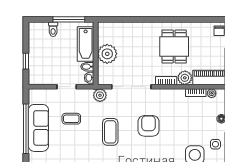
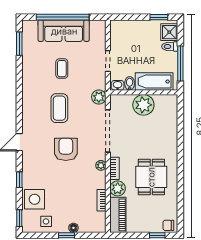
shower: (40, 30) -> (169, 32), added
dining table: (174, 46) -> (151, 177), turned 90
window: (26, 61) -> (159, 17), moved
plant: (212, 93) -> (101, 165), moved
coffee table: (71, 119) -> (62, 69), moved
armchair: (148, 126) -> (66, 149), turned -90
coffee table: (110, 132) -> (59, 108), turned 90

